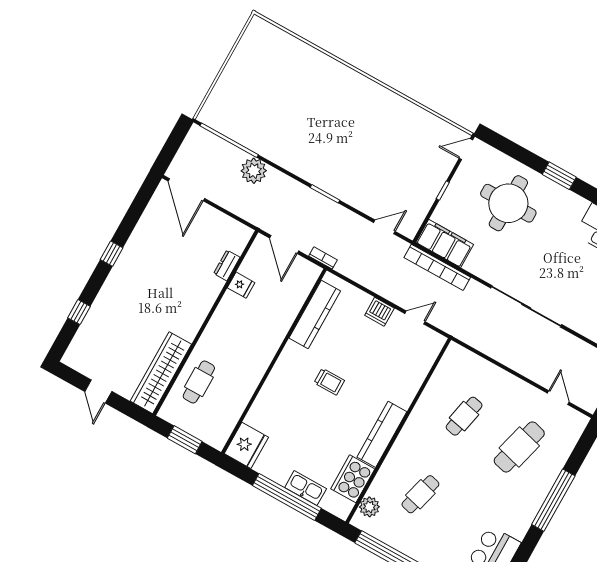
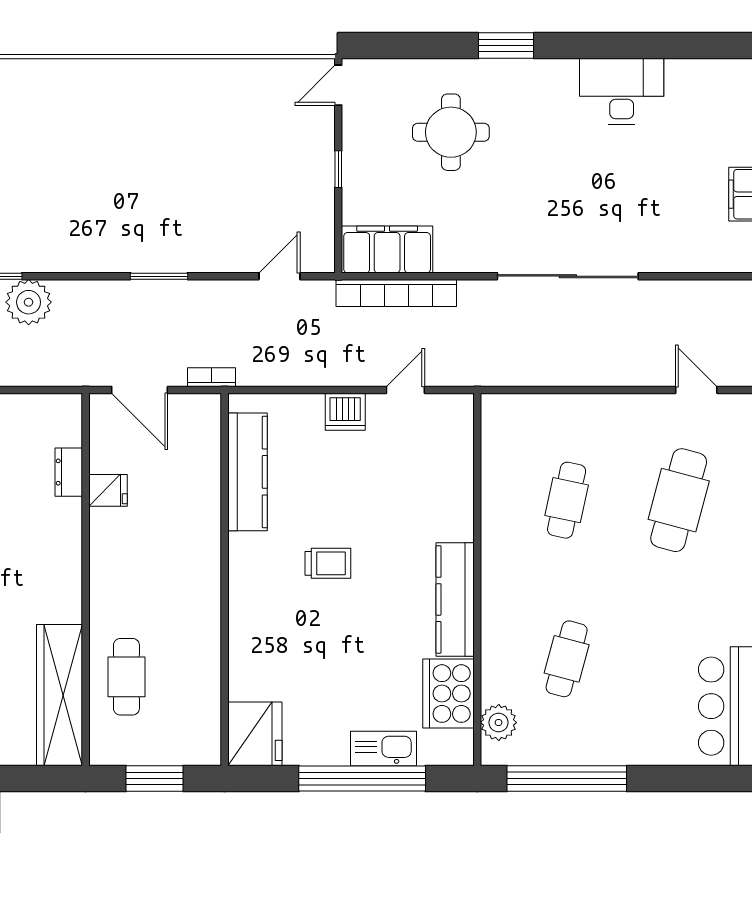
round table: (508, 203) -> (451, 132), width x0.73, depth x0.73

